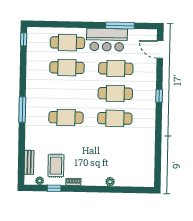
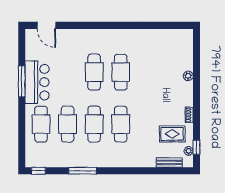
window: (120, 26) -> (22, 81), moved
door: (160, 50) -> (46, 25), hinge flipped
cafe table: (116, 69) -> (94, 124), moved
window: (159, 96) -> (96, 25), removed
window: (22, 109) -> (82, 171), moved
window: (54, 188) -> (196, 147), moved

